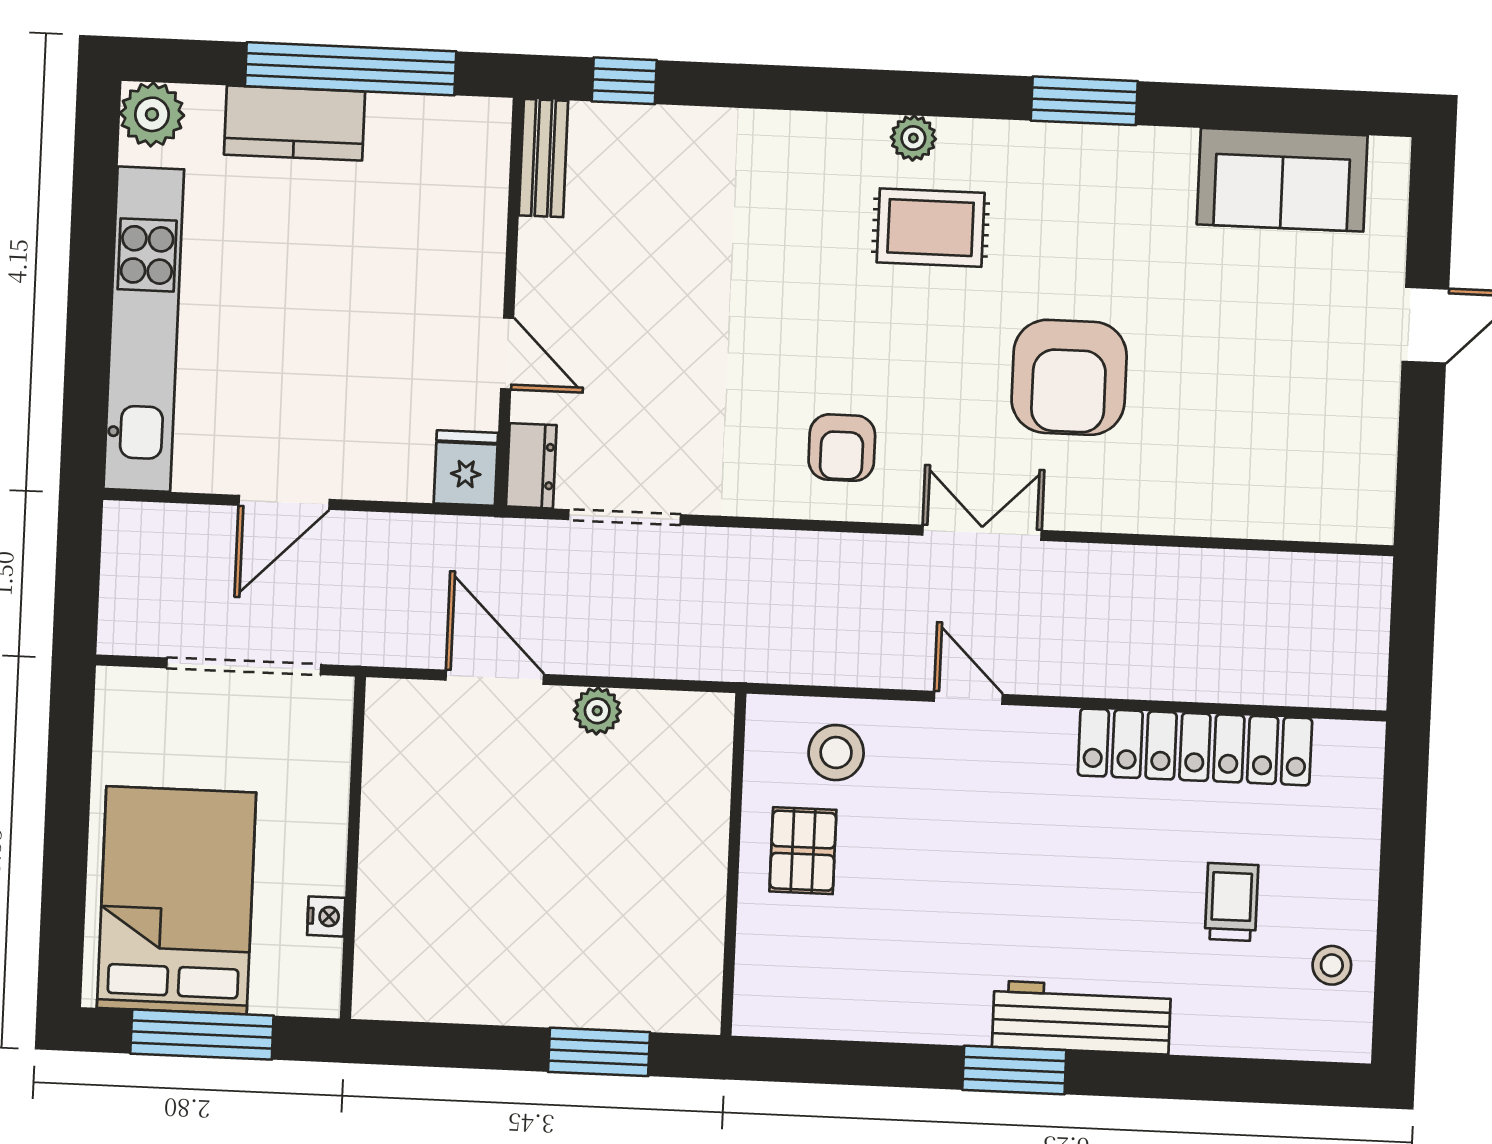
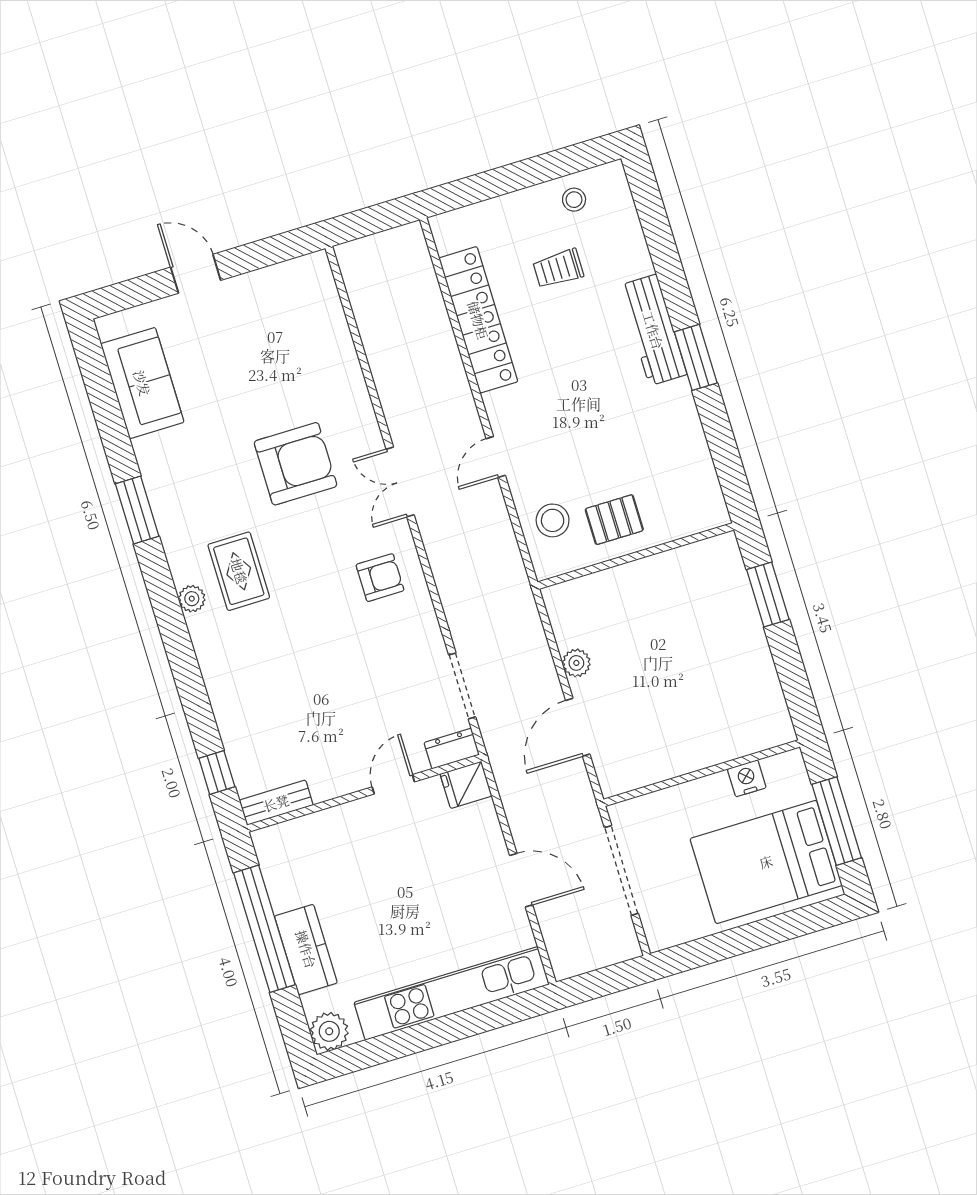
nightstand: (326, 916) -> (747, 778), width x1.39, depth x1.35

